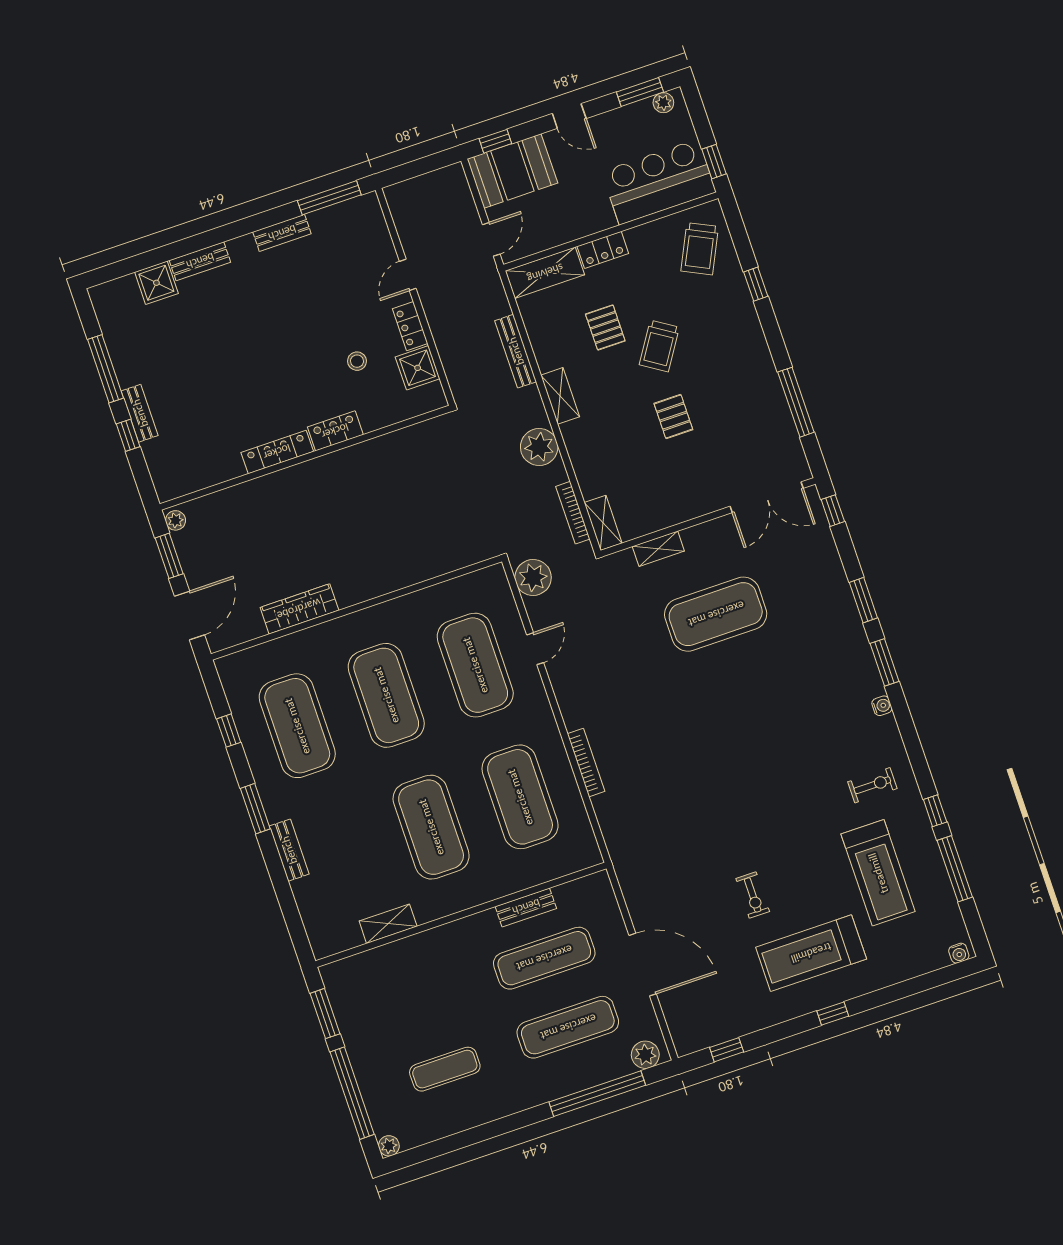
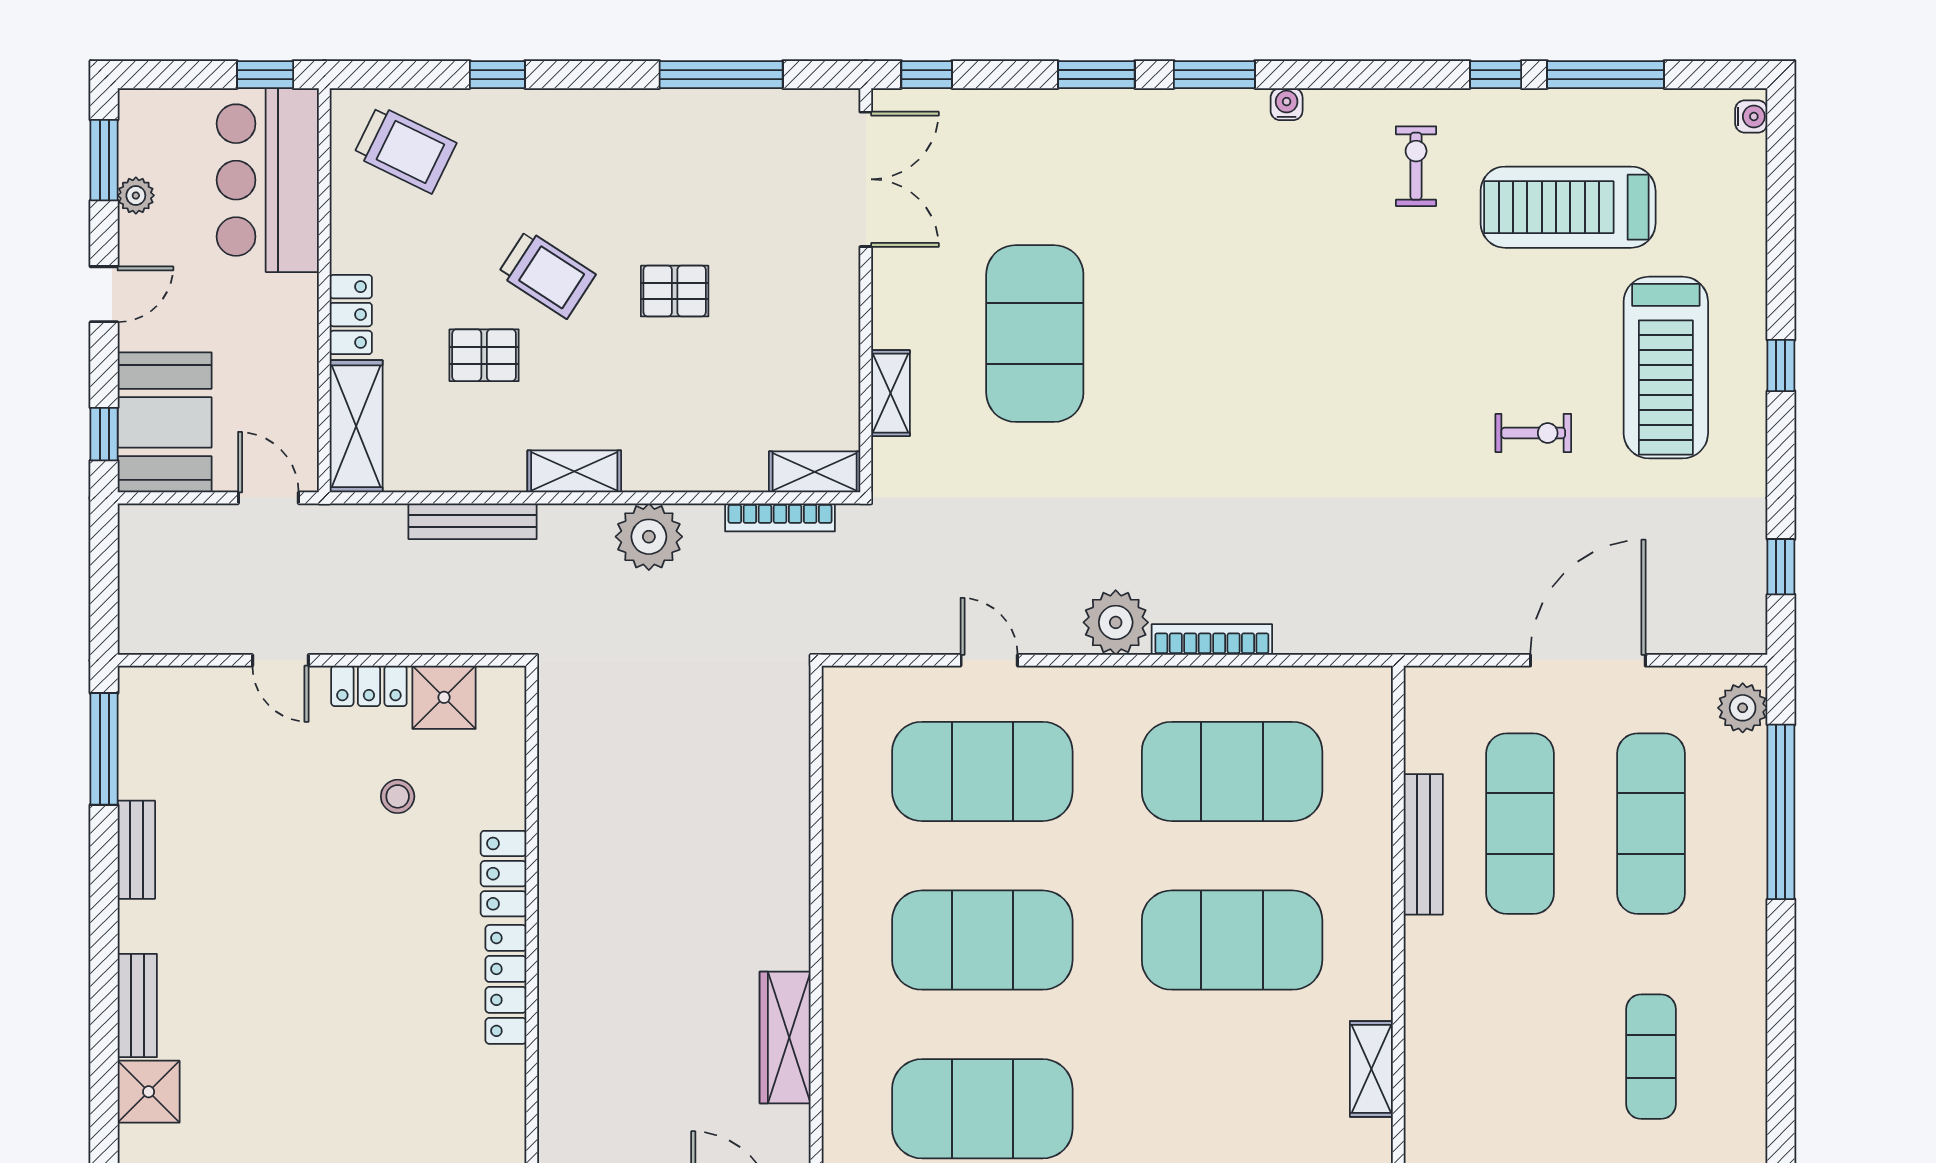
plant: (663, 103) -> (136, 195), moved
plant: (533, 578) -> (1116, 622), moved
treadmill: (878, 873) -> (1568, 207), turned 180
bench: (526, 907) -> (1423, 844), width x1.36

